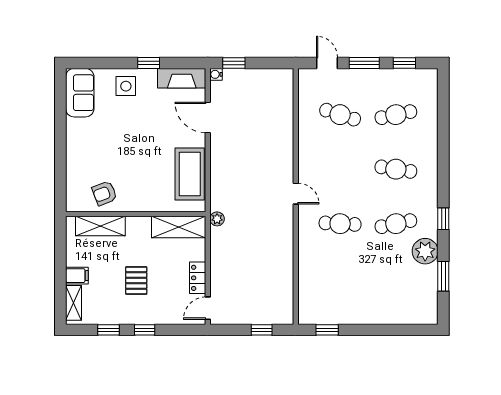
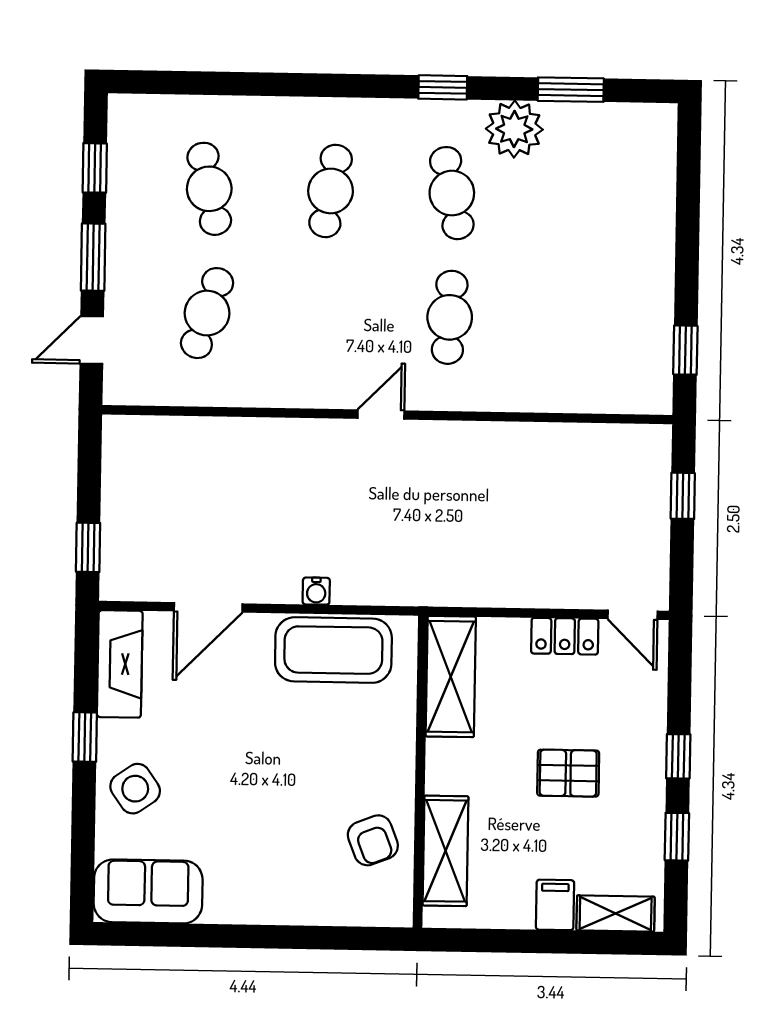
water cooler: (216, 74) -> (316, 591), moved
side table: (126, 86) -> (135, 789), turned -35
plant: (217, 219) -> (434, 591), removed

